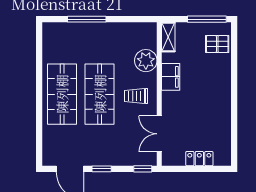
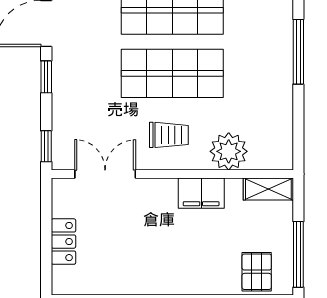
trolley: (136, 96) -> (169, 135), turned 90

